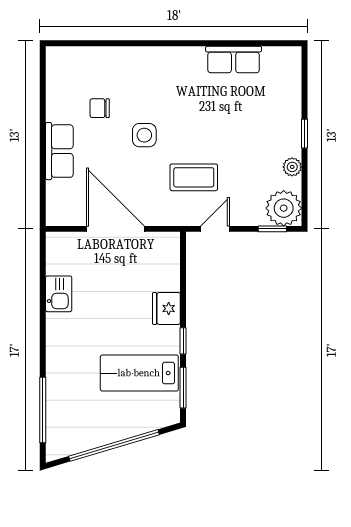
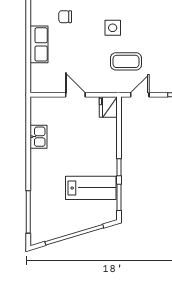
side table: (144, 135) -> (113, 28), moved
door: (115, 229) -> (75, 95), width x0.53
fridge: (166, 308) -> (108, 107), moved
lab bench: (139, 373) -> (91, 188), turned 180

